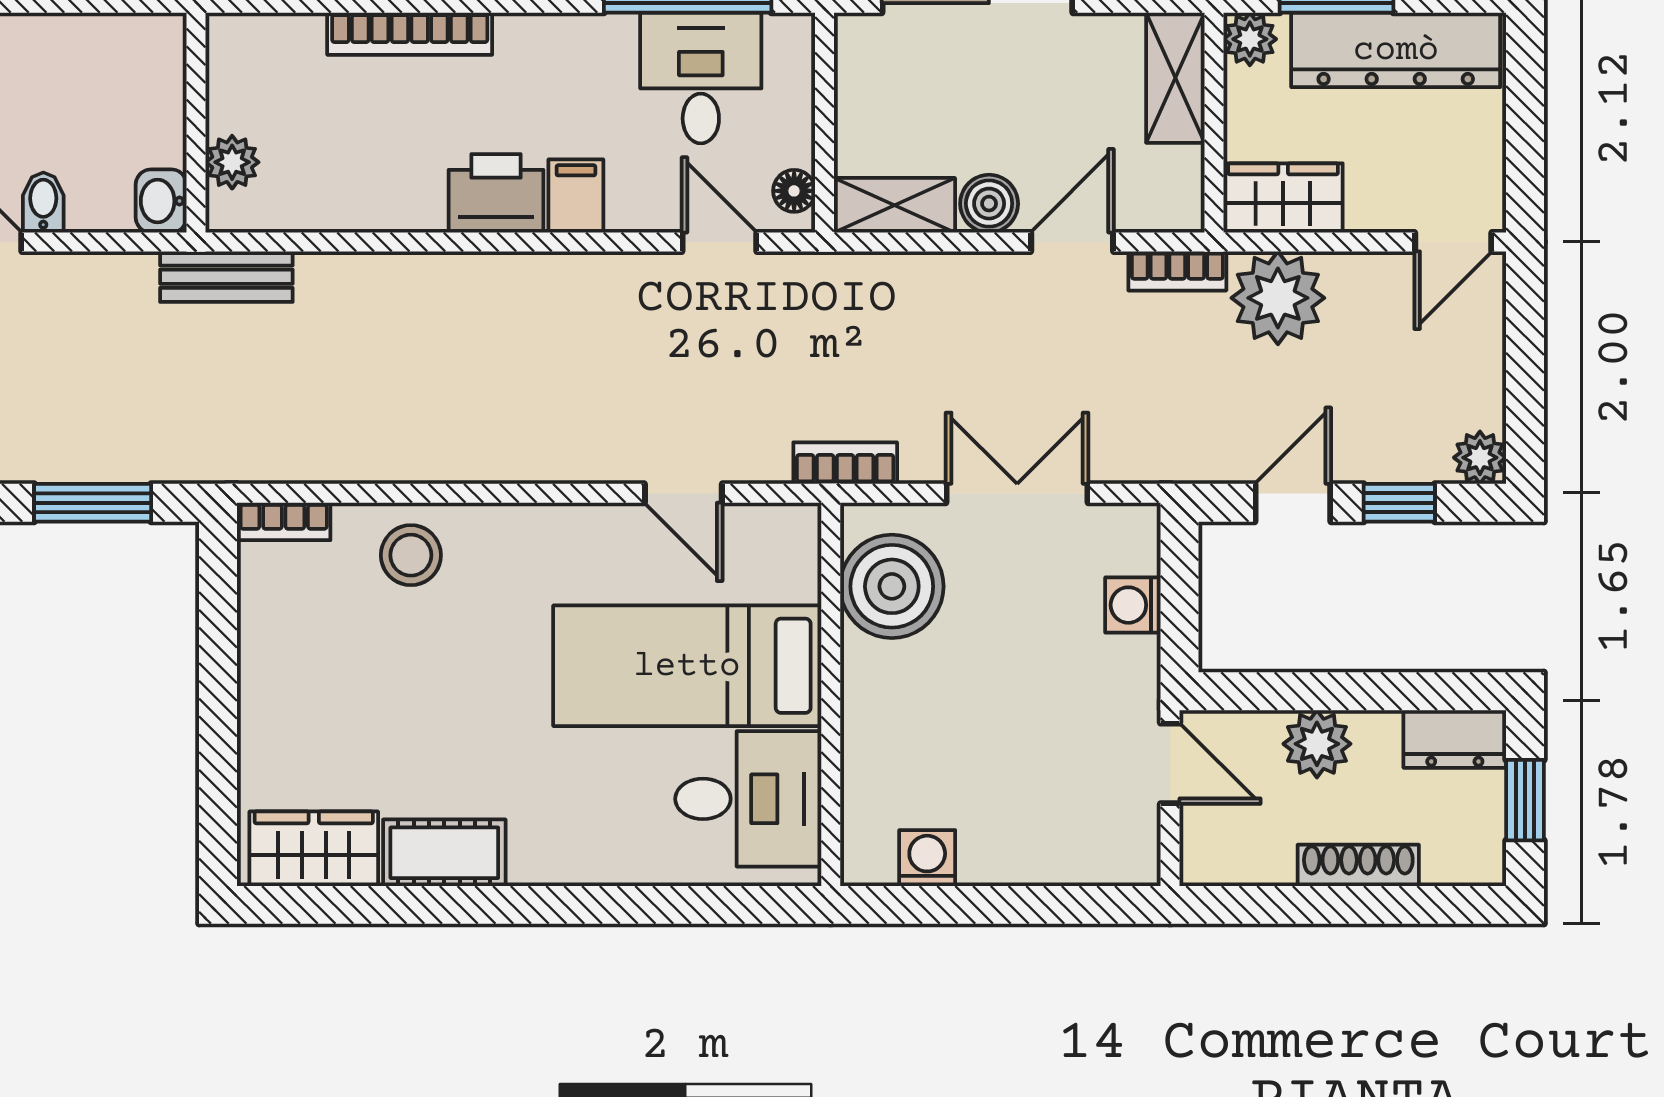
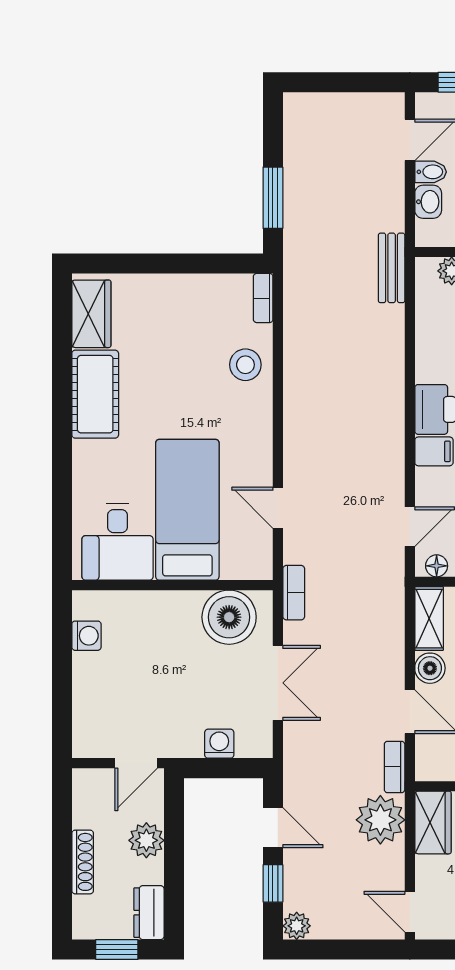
washbasin: (161, 201) -> (428, 202), moved, turned 90
door: (683, 493) -> (278, 508), hinge flipped
cot: (444, 853) -> (95, 394), width x1.37, depth x1.34

